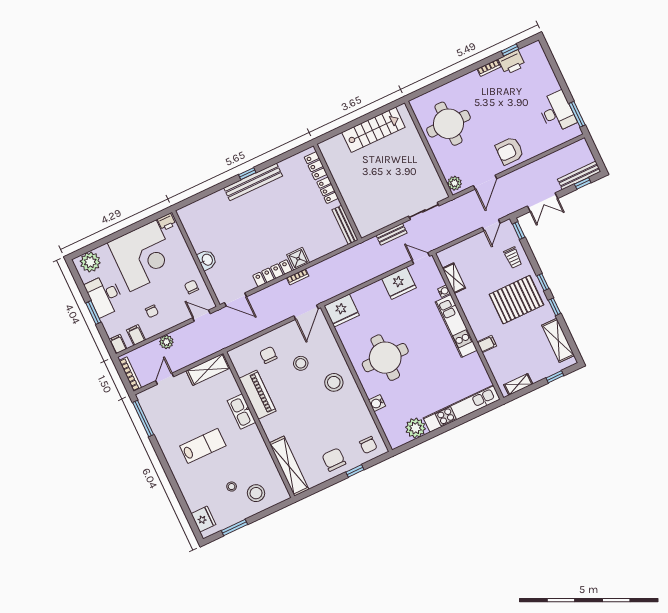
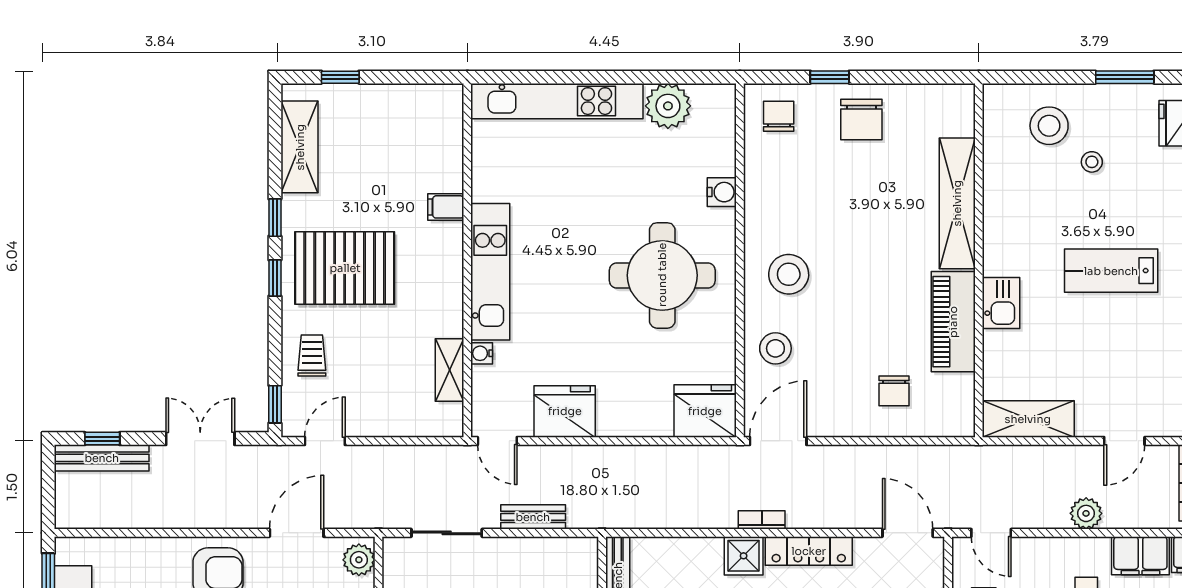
filing cabinet: (136, 335) -> (1140, 556), width x2.00
stool: (301, 363) -> (775, 348), moved
shelving: (518, 384) -> (421, 96), removed
kitchen sink: (242, 412) -> (1001, 303), width x0.73
shelving: (289, 466) -> (957, 203), moved

